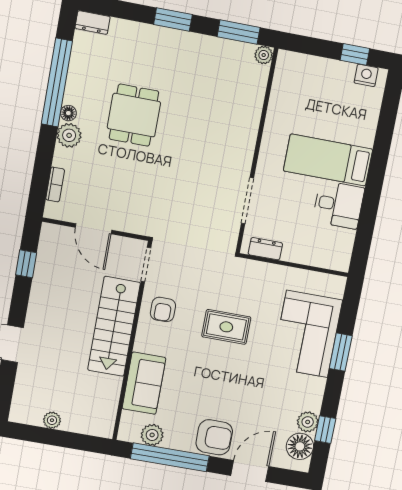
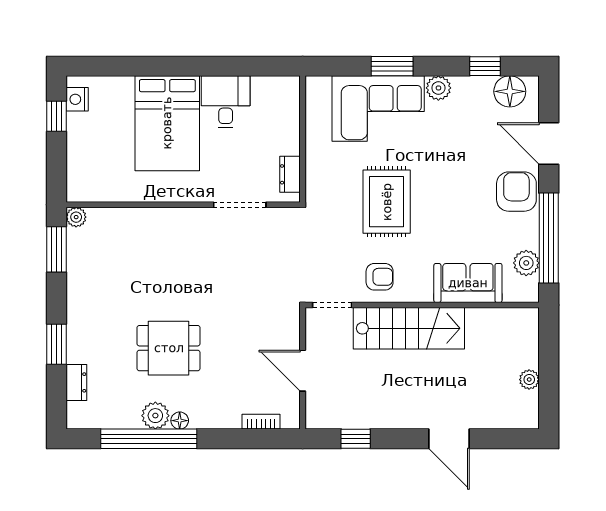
window: (173, 20) -> (57, 344), moved
dresser: (93, 22) -> (76, 382), moved
plant: (69, 135) -> (155, 416), moved
bed: (328, 160) -> (167, 123), width x1.50
door: (93, 229) -> (303, 371), swing flipped
rug: (226, 327) -> (387, 202), width x1.36, depth x1.43
plant: (308, 422) -> (438, 88), moved

